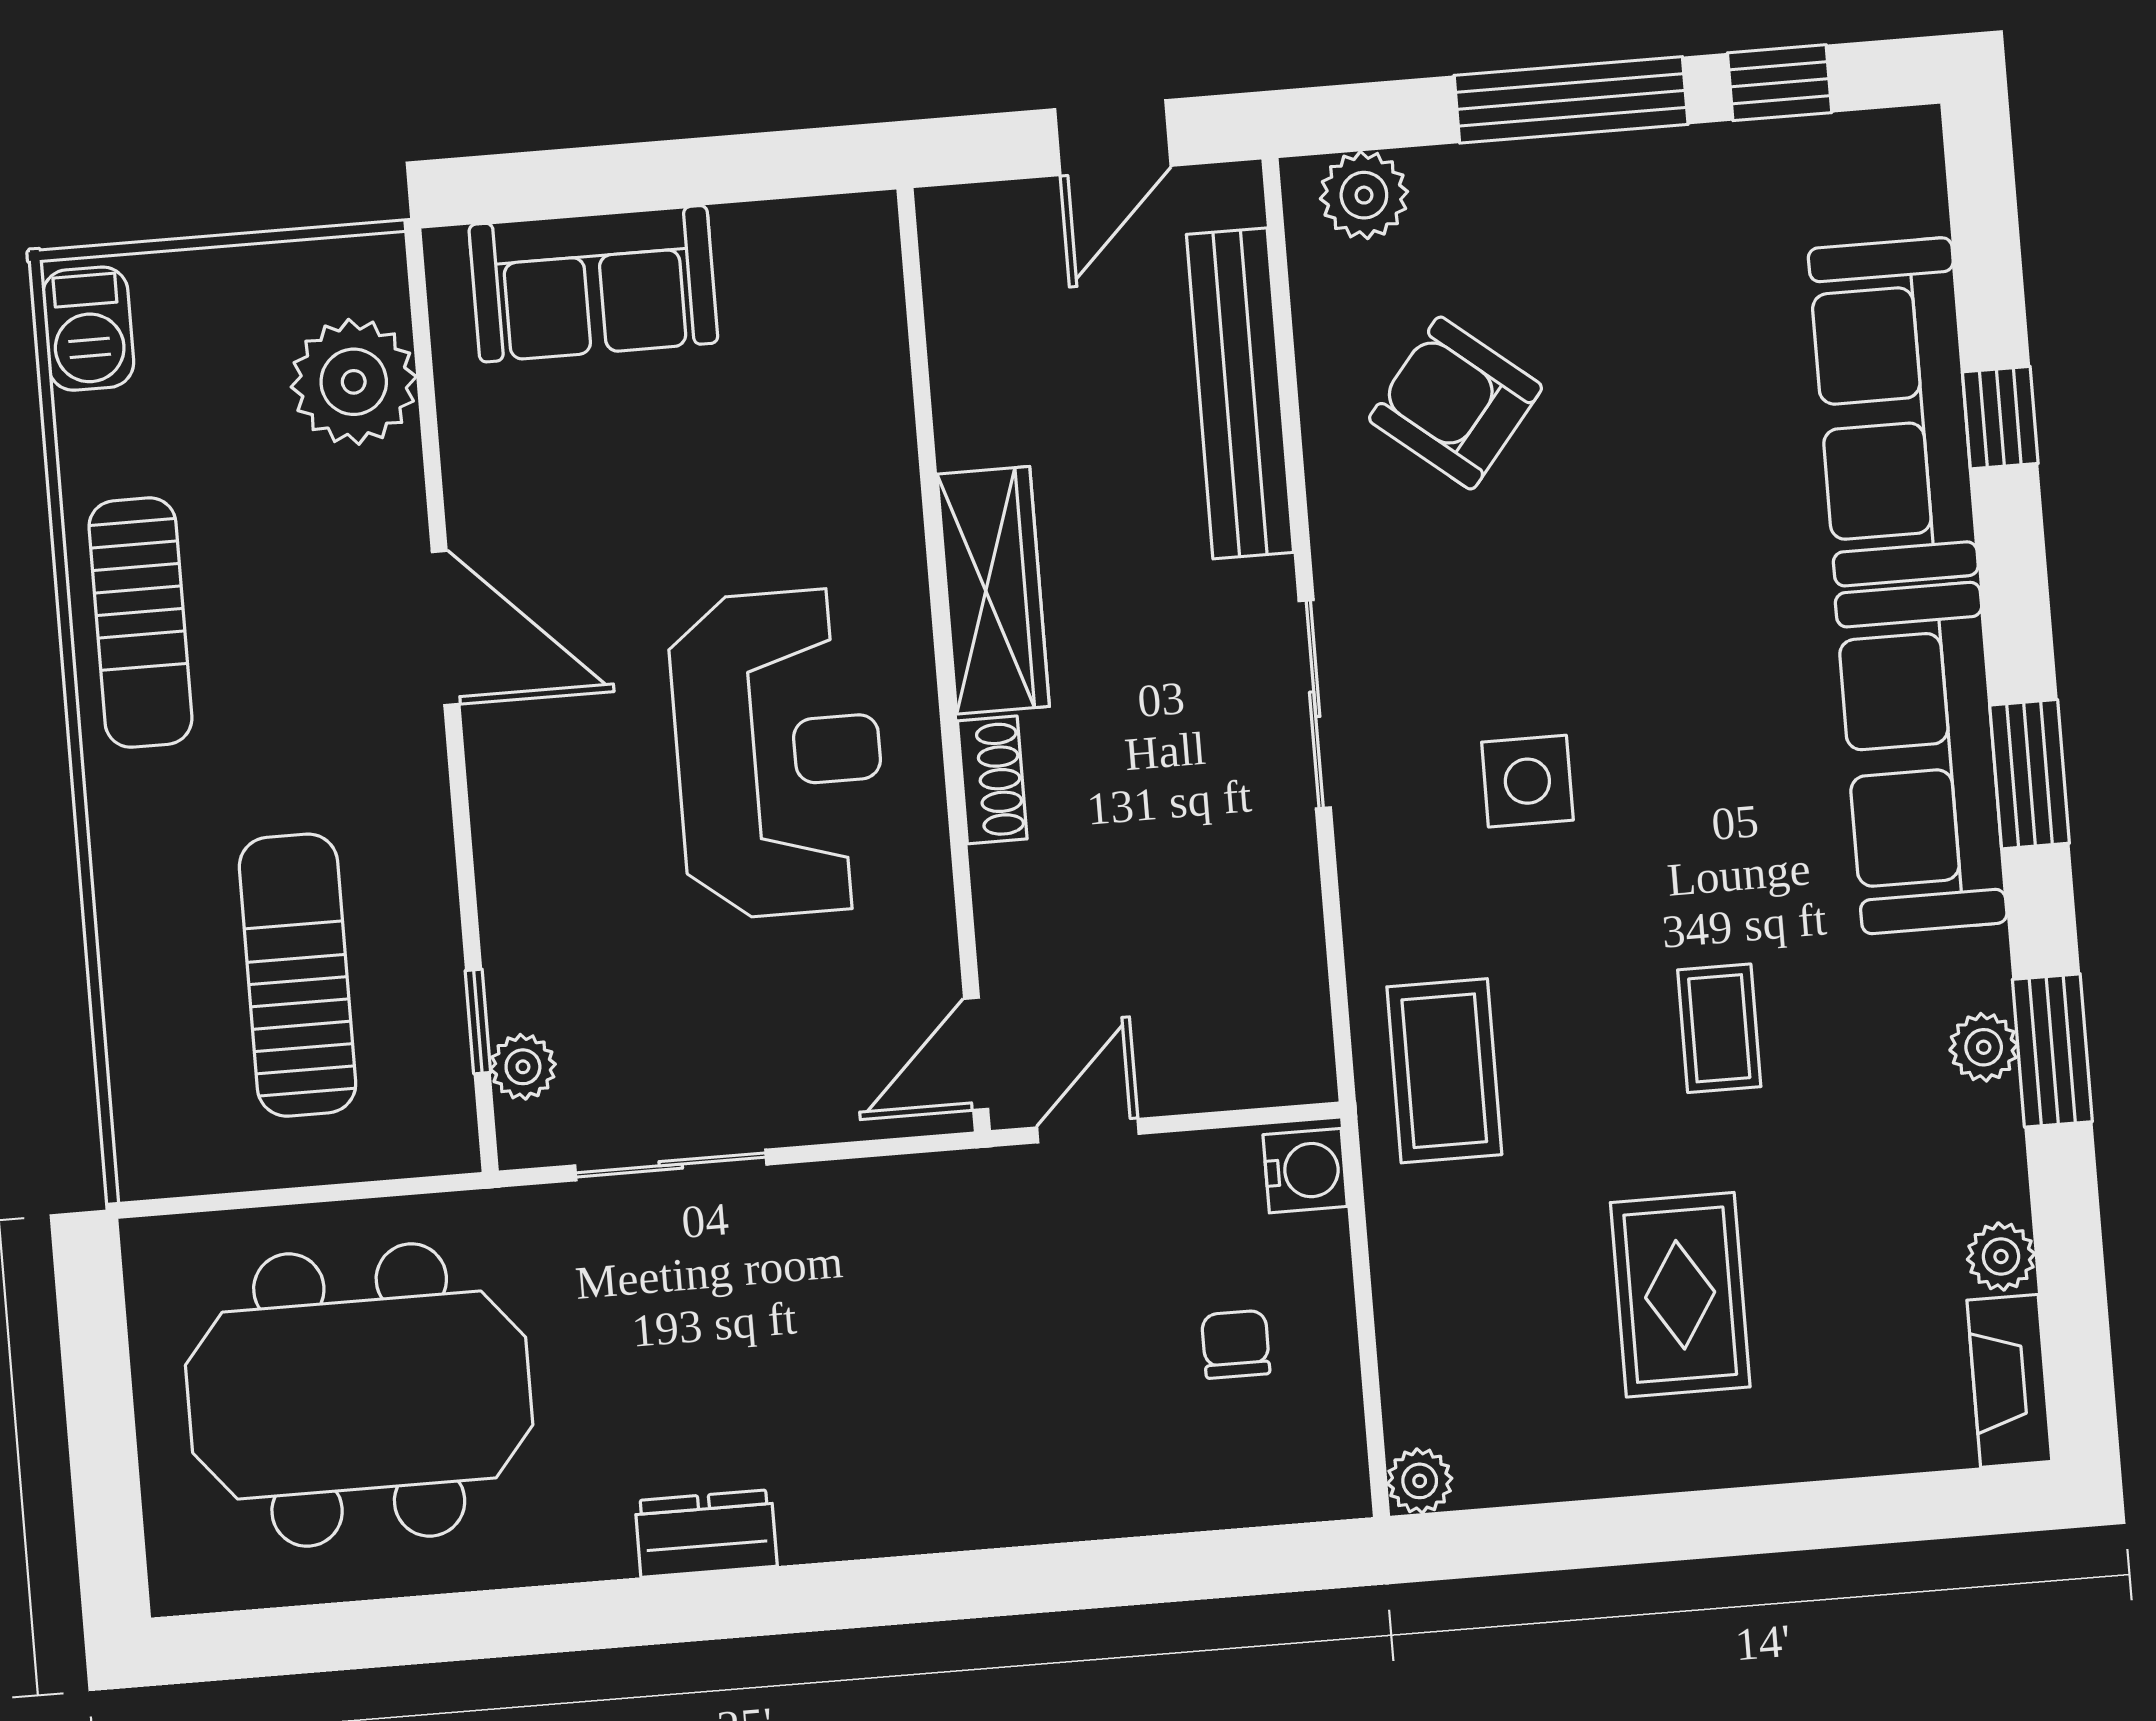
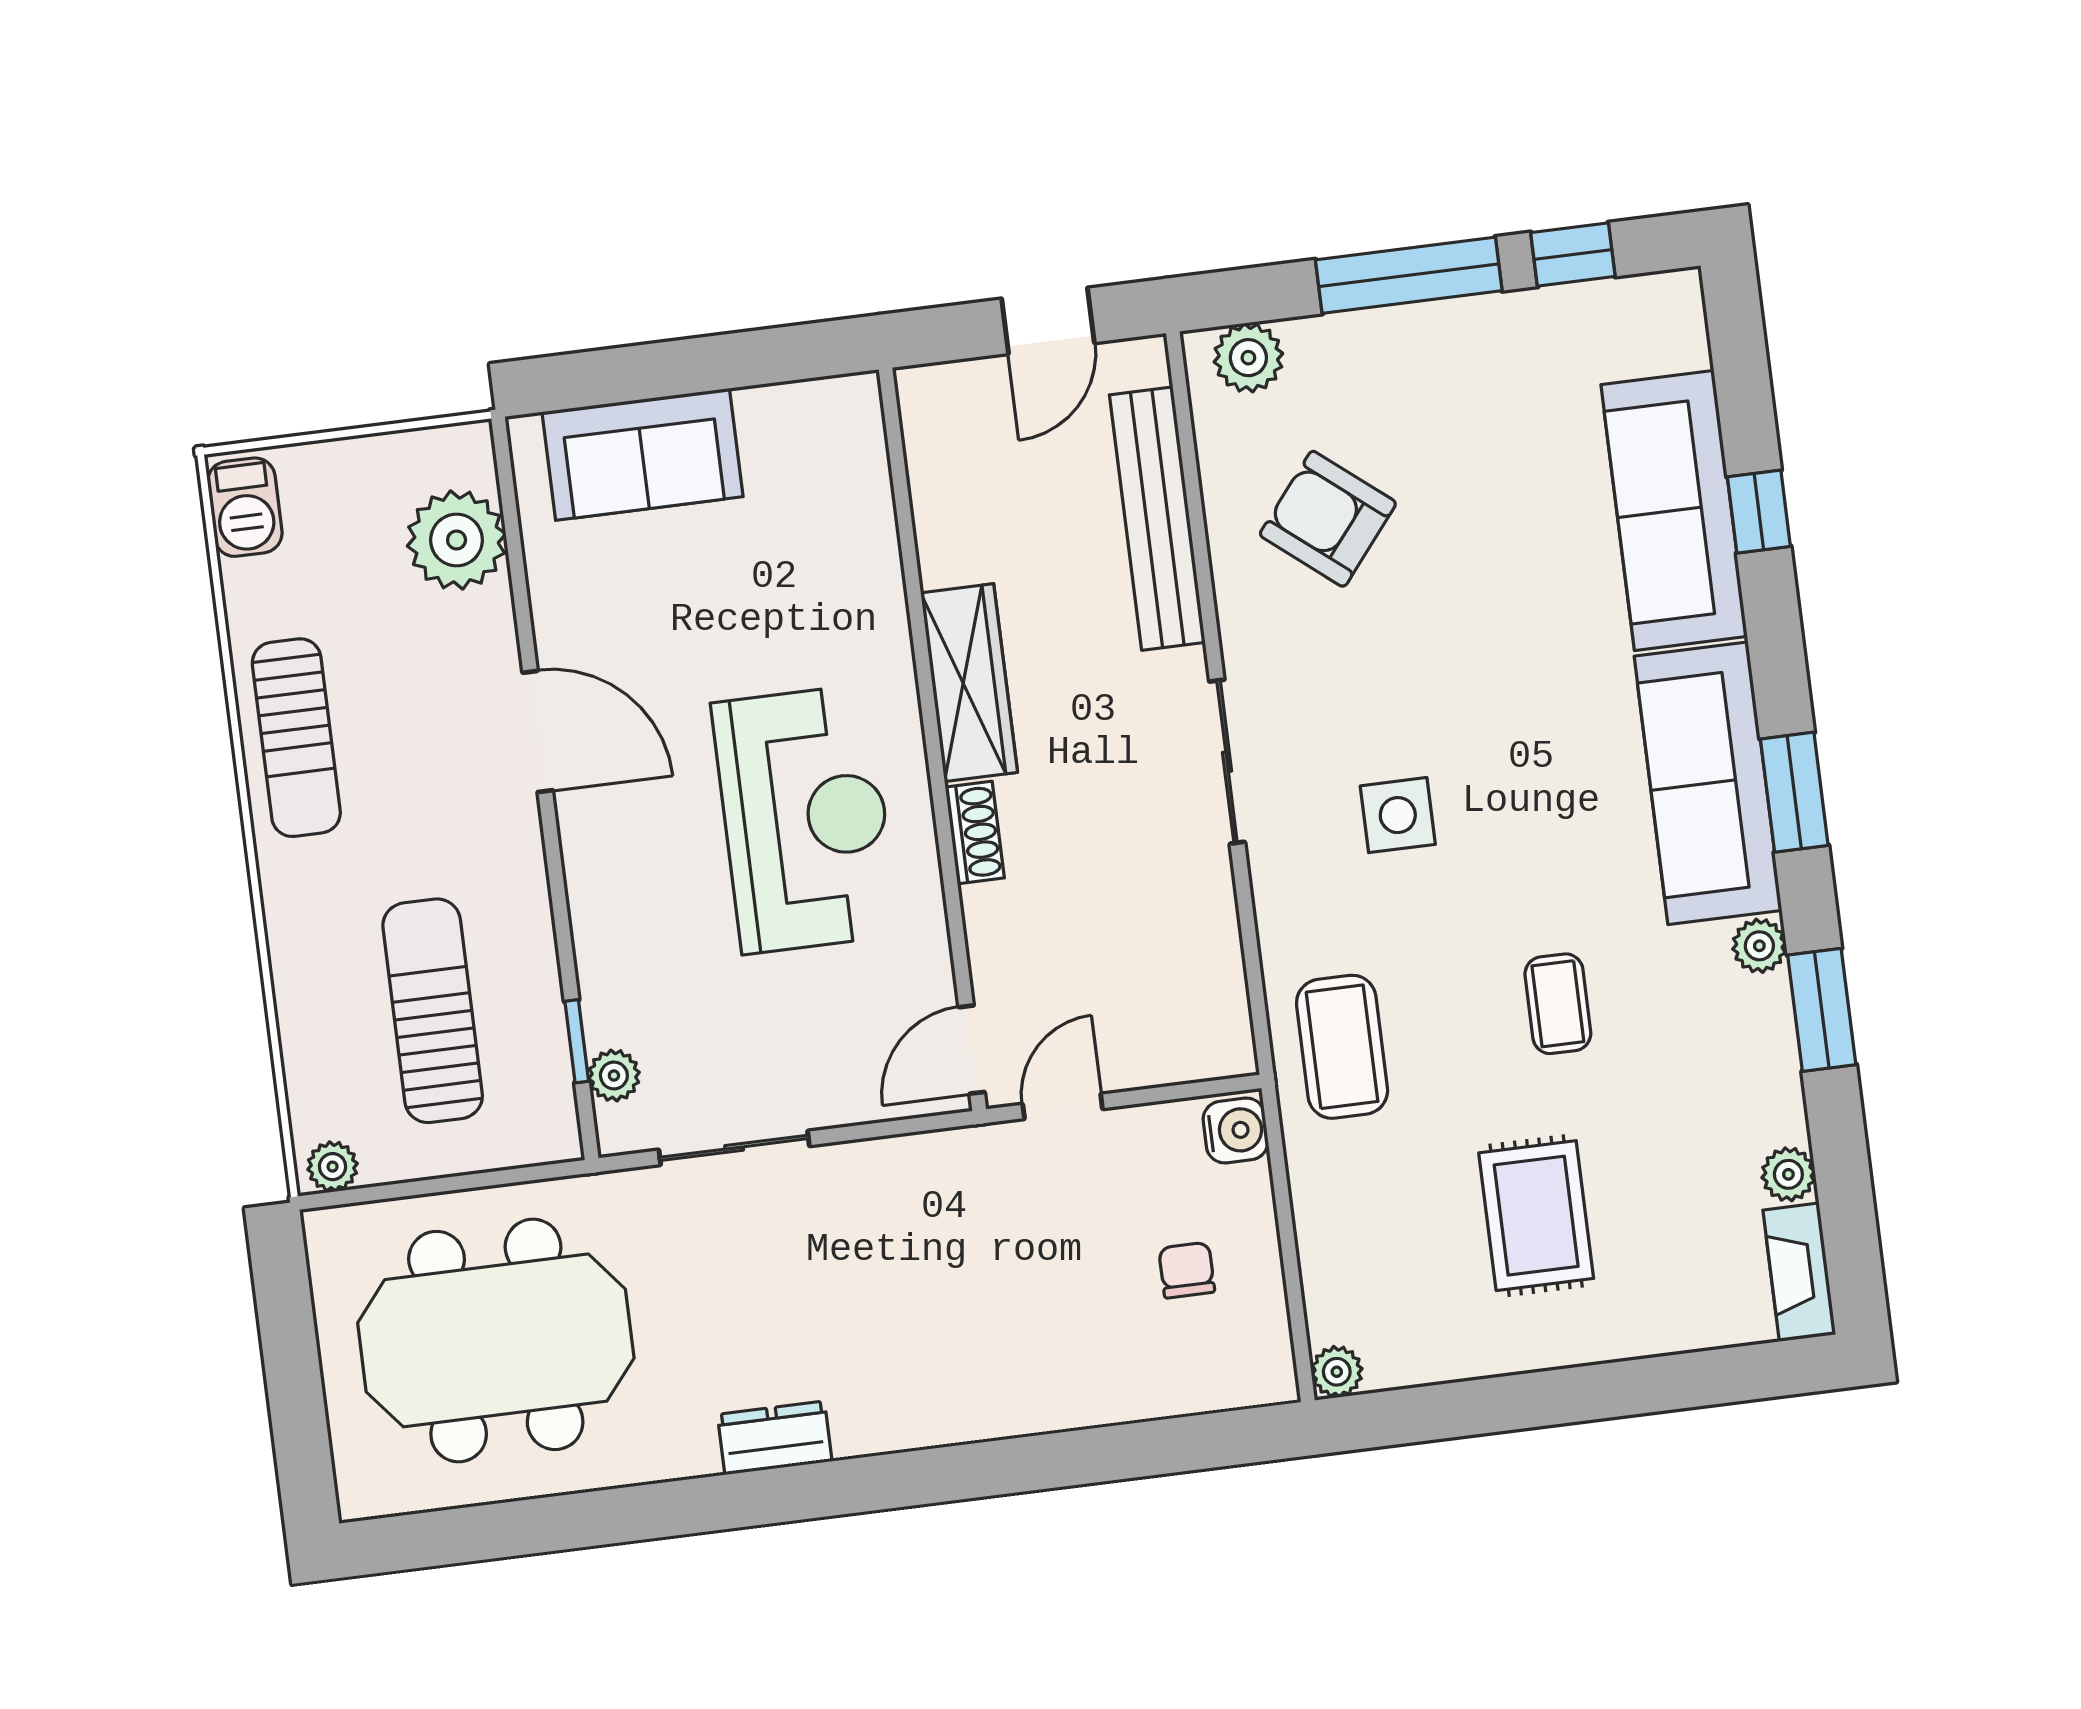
plant: (1984, 1047) -> (1759, 946), moved
plant: (162, 1166) -> (333, 1167), added

